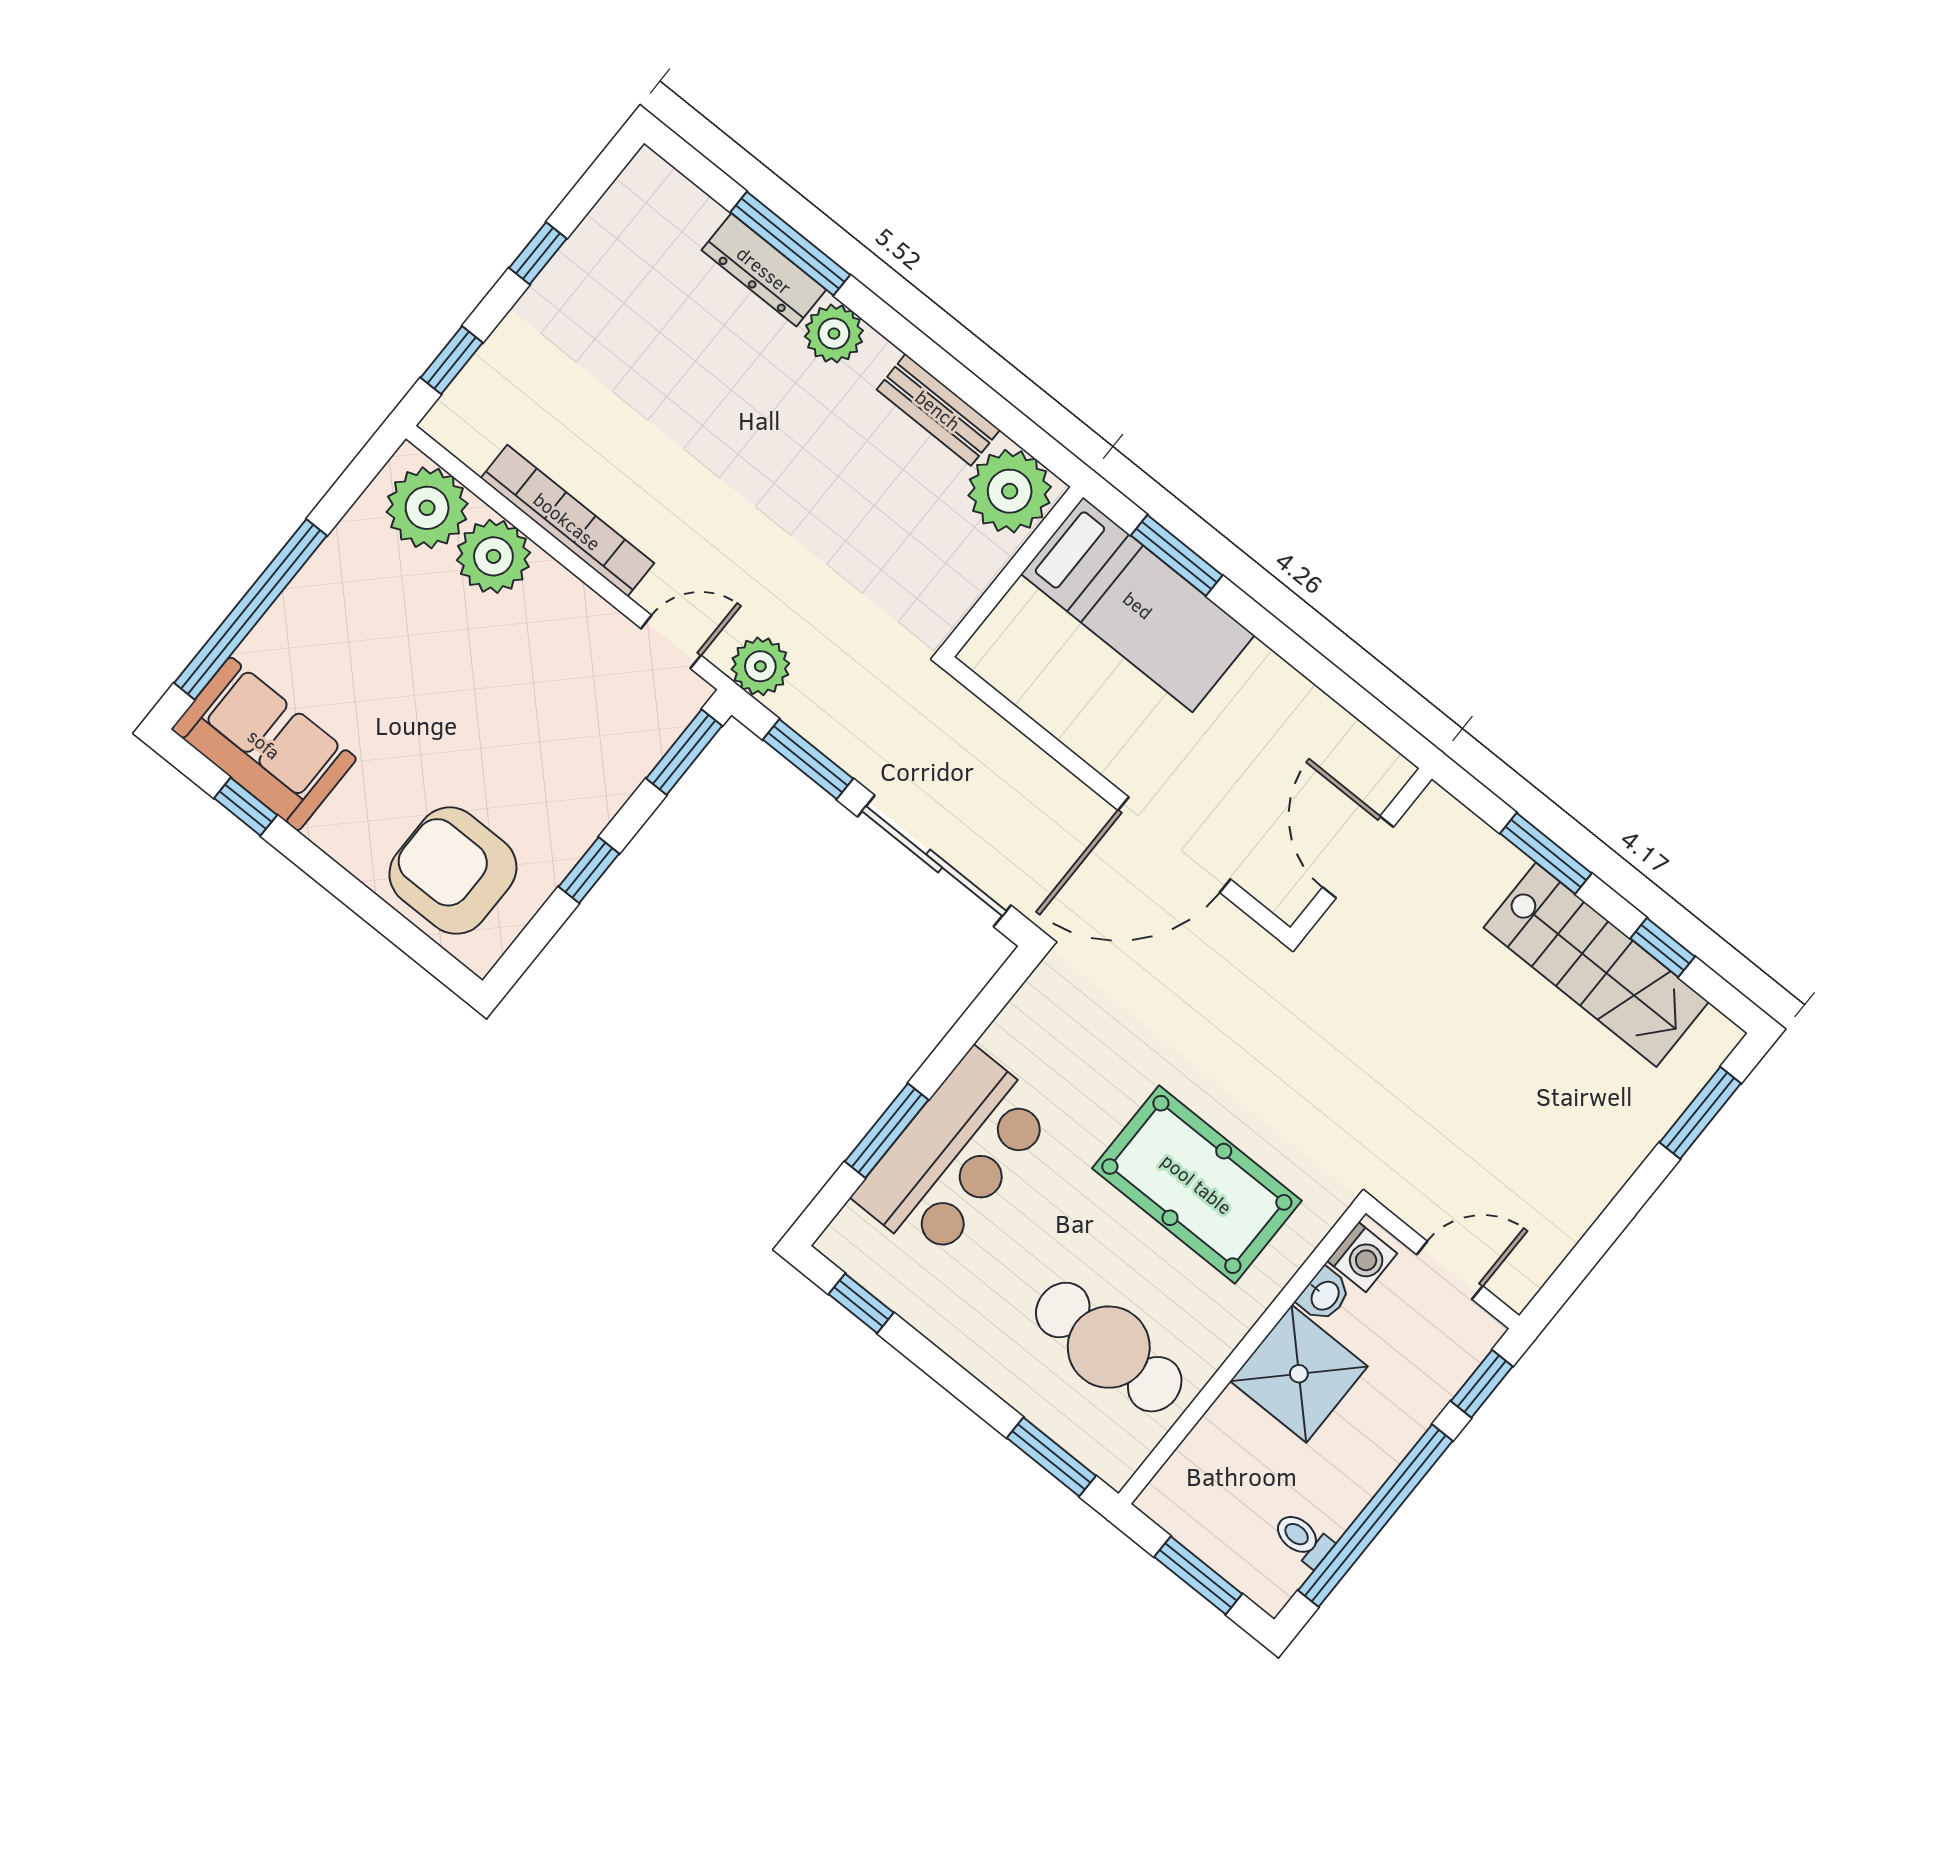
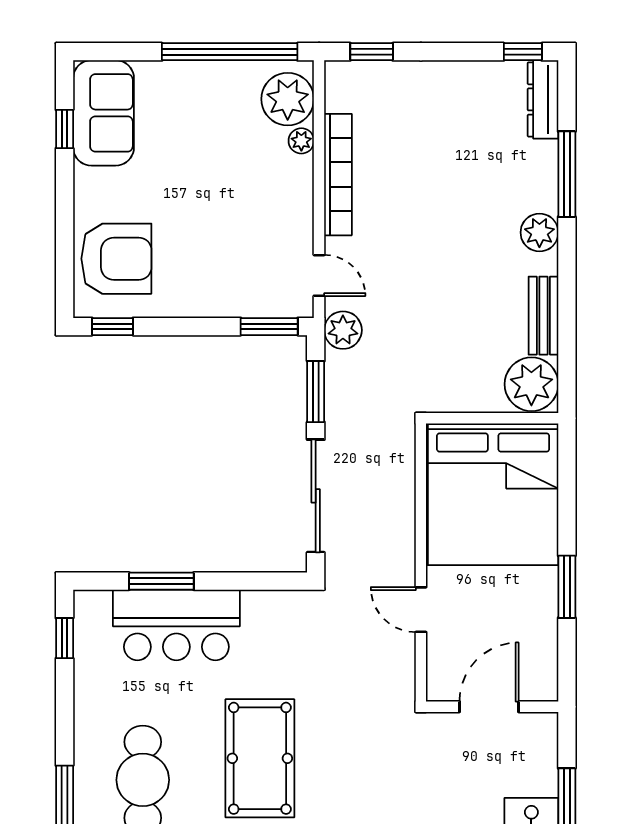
window: (538, 253) -> (523, 52), moved
dresser: (764, 270) -> (543, 99), moved
window: (1177, 555) -> (567, 587), moved
plant: (493, 556) -> (301, 141), width x0.53, depth x0.53
bed: (1138, 605) -> (493, 494), width x2.04
window: (251, 609) -> (230, 52), moved
door: (1174, 845) -> (421, 610), width x0.53
window: (589, 870) -> (112, 327), moved
armchair: (453, 871) -> (116, 259), turned 90

